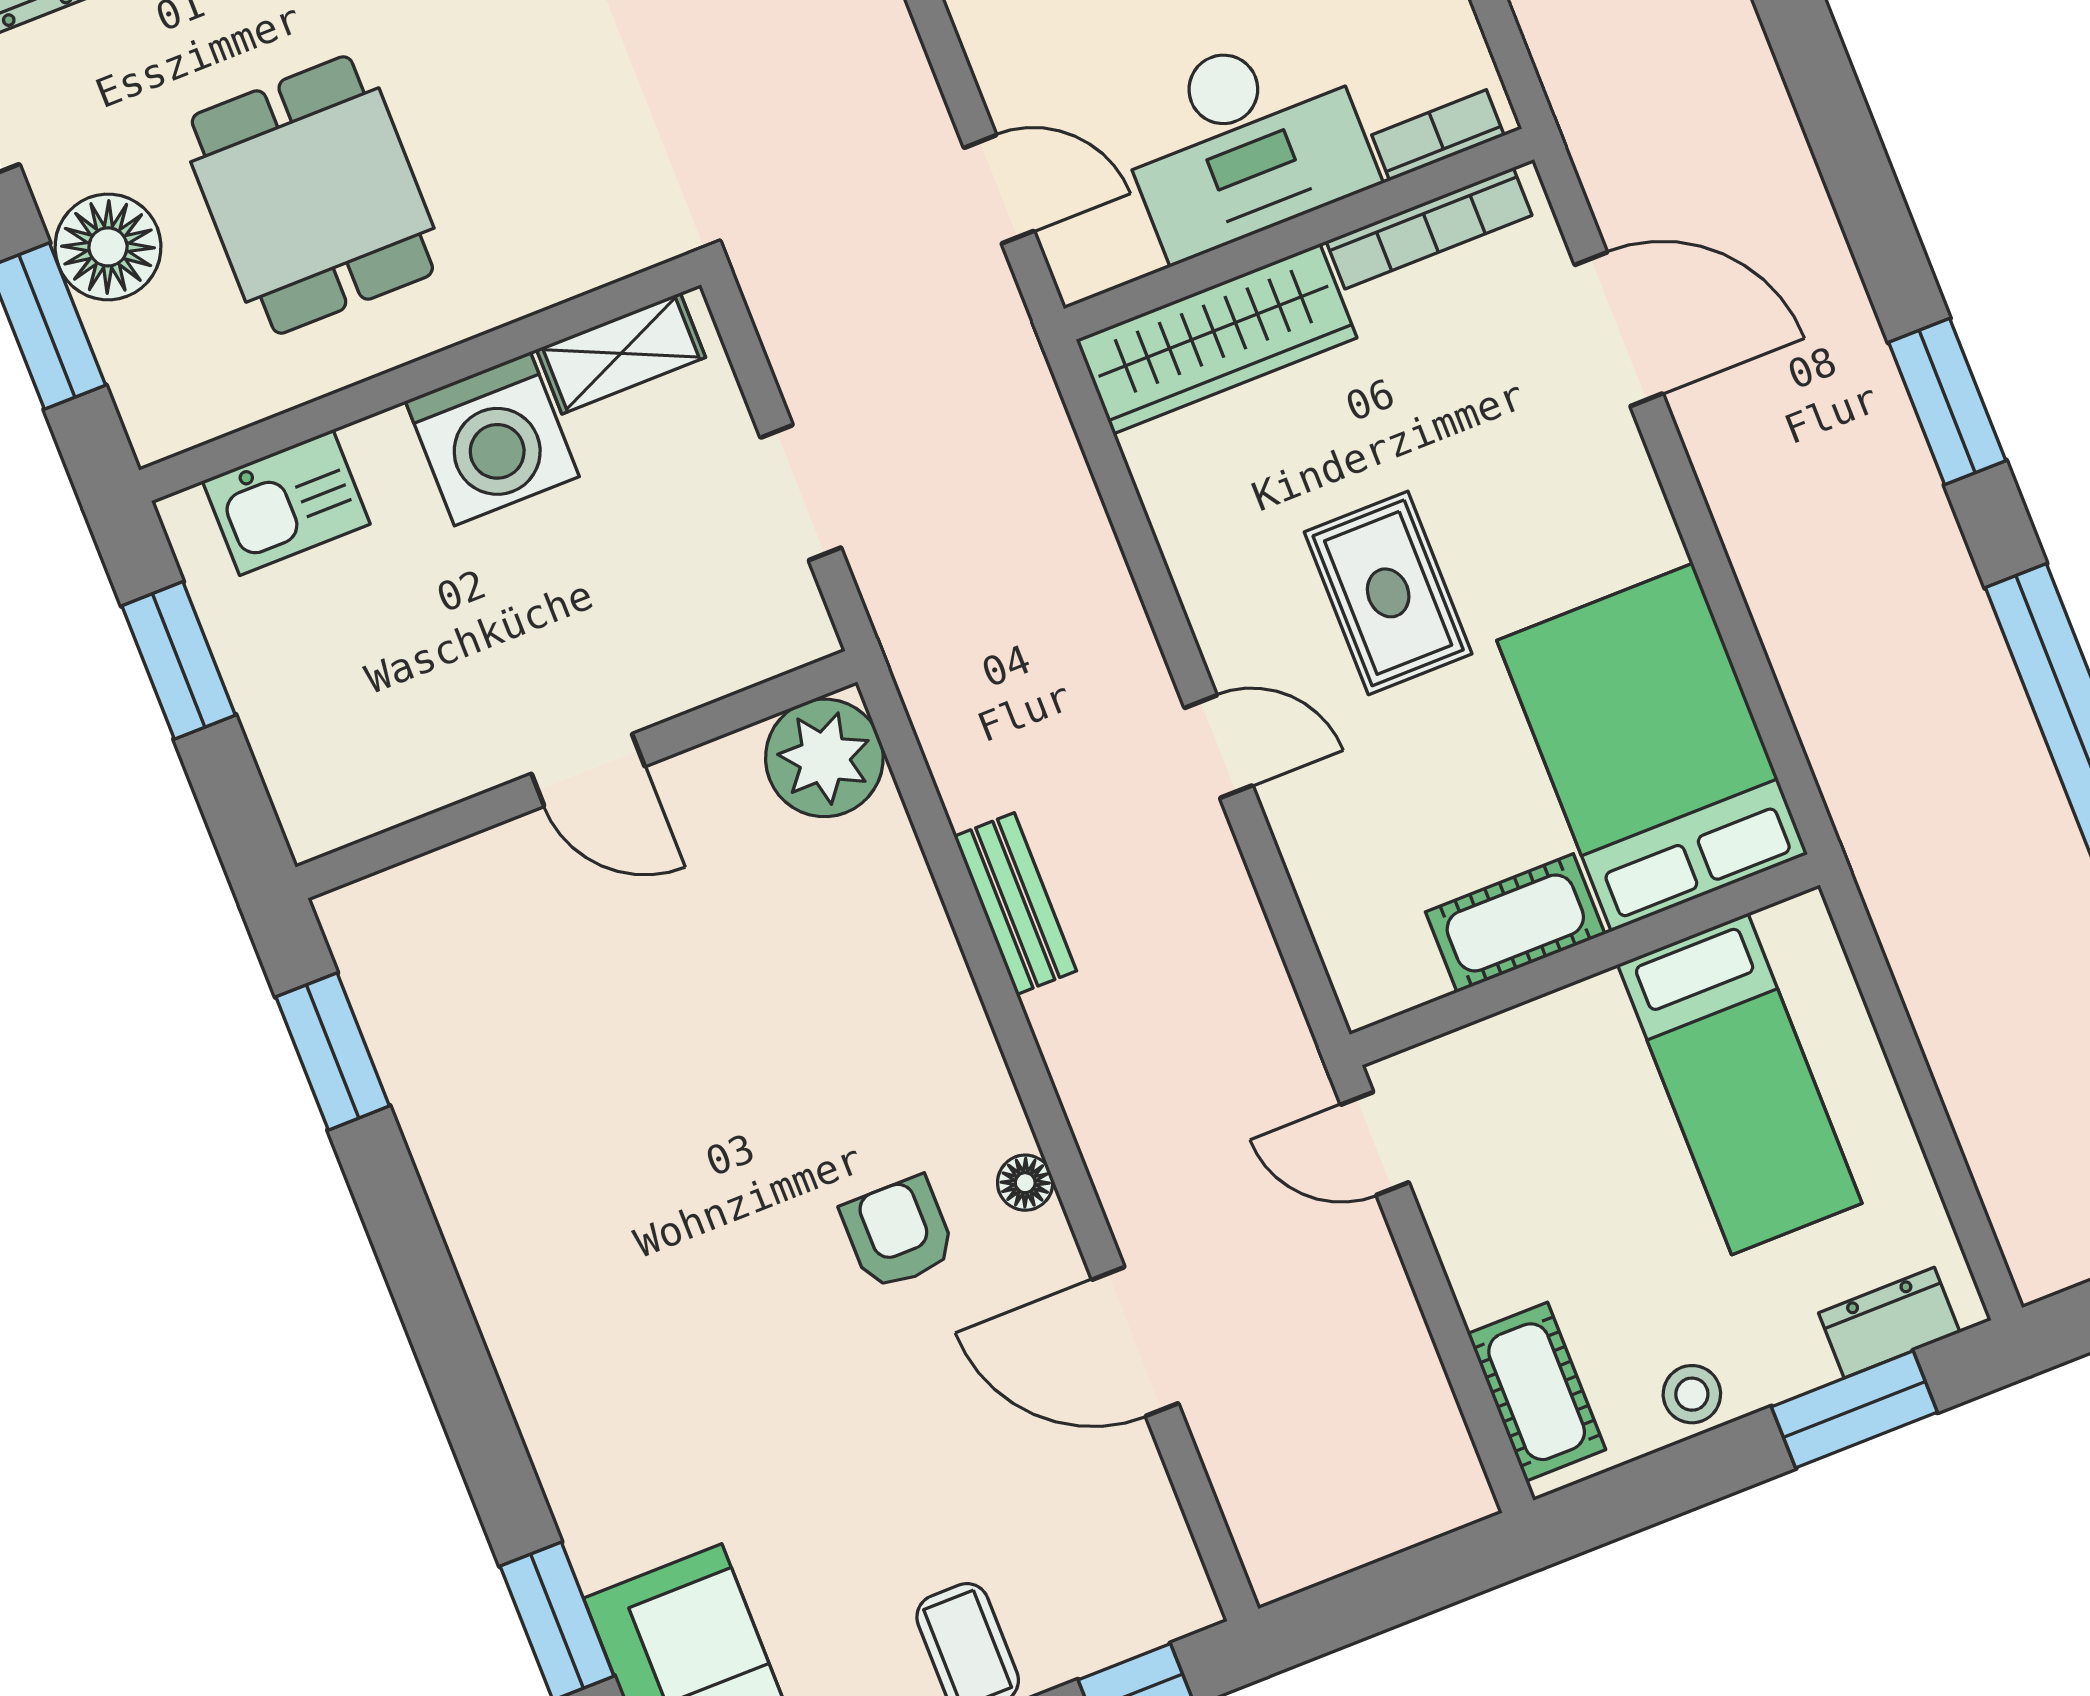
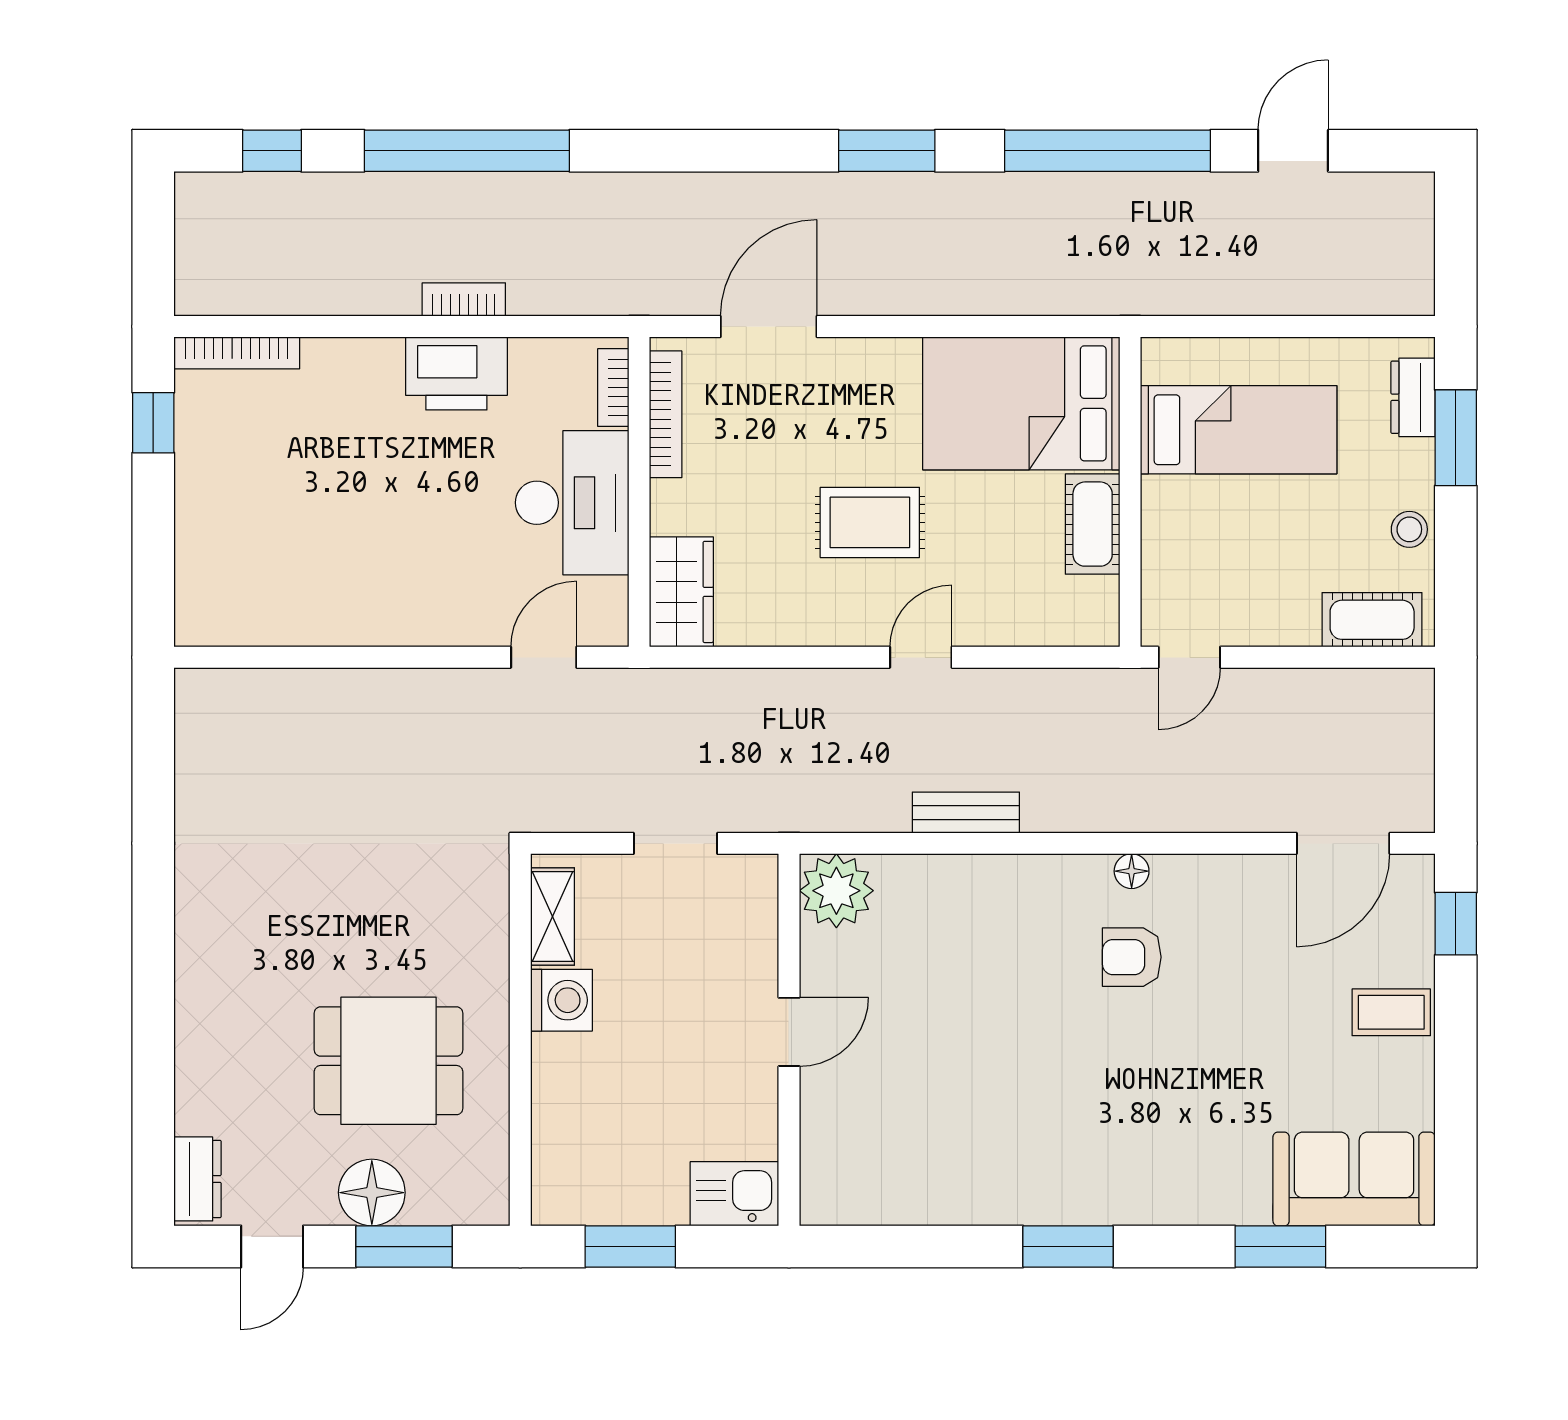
wardrobe: (1216, 339) -> (681, 592), width x0.67
washing machine: (492, 439) -> (561, 1000), width x0.73, depth x0.73
kitchen sink: (286, 502) -> (734, 1194), moved, turned -90
window: (333, 1051) -> (1068, 1247), moved
door: (1135, 1341) -> (1343, 843), moved

